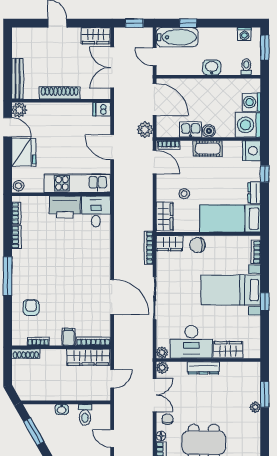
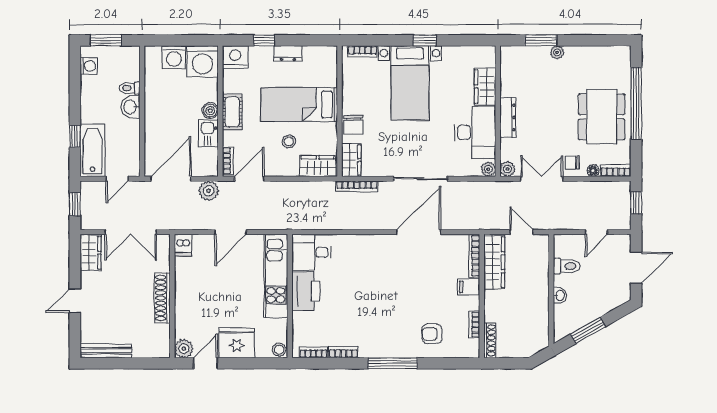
toilet: (246, 67) -> (130, 88), moved
bench: (18, 79) -> (106, 351), moved
bed: (230, 219) -> (299, 105), moved, turned 90

